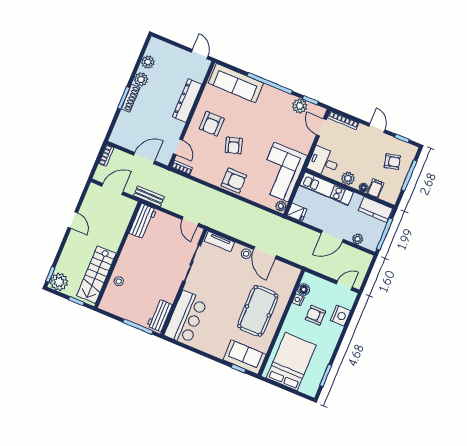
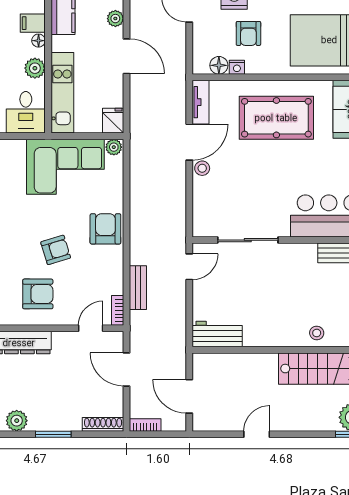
shoe rack: (131, 98) -> (103, 424), moved
bench: (149, 196) -> (138, 288), moved
tv unit: (219, 242) -> (201, 102), moved

